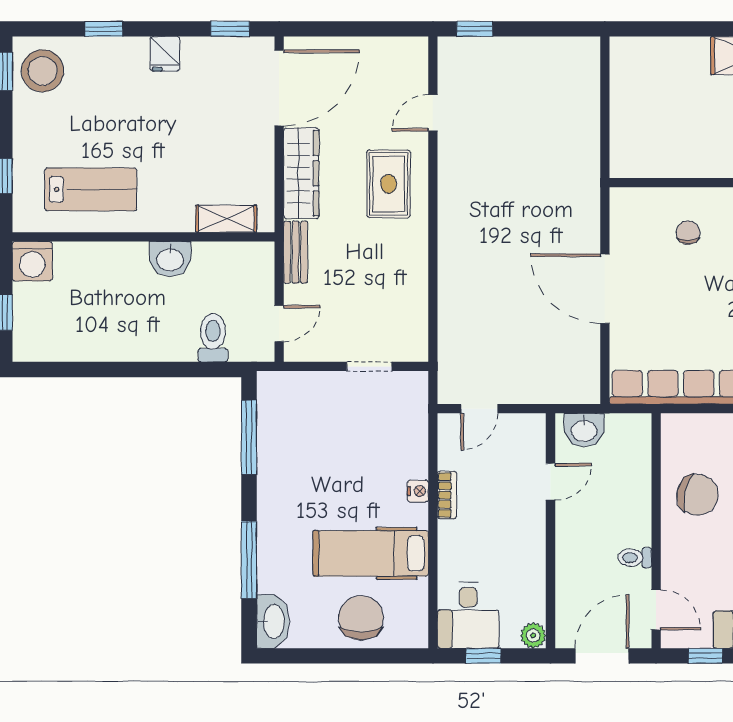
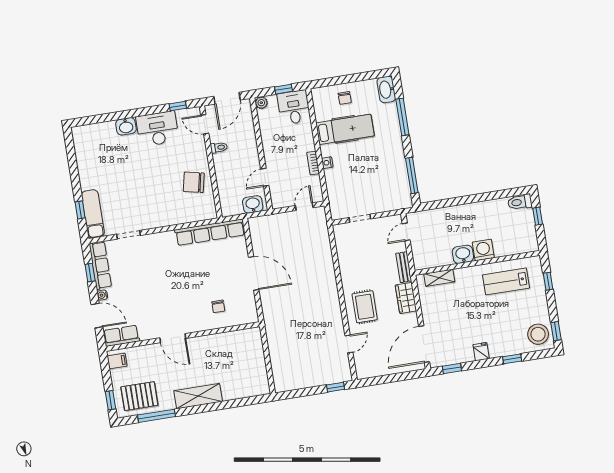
wardrobe: (301, 173) -> (406, 298), width x0.67
washing machine: (32, 261) -> (483, 250), moved
toilet: (213, 338) -> (520, 202), moved, turned 90
chair: (361, 618) -> (345, 98), width x0.54, depth x0.54

